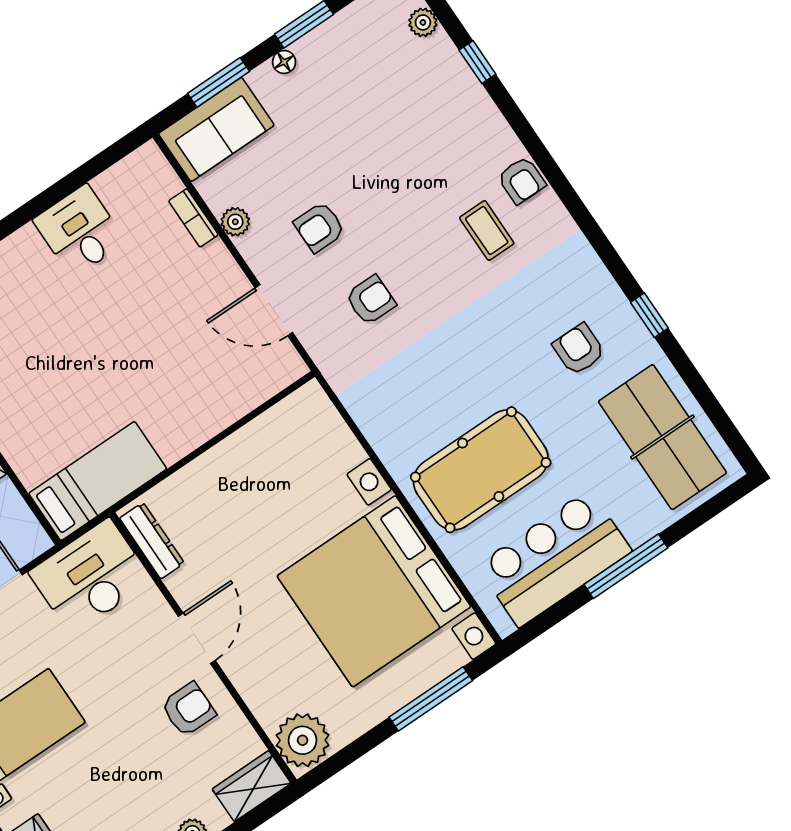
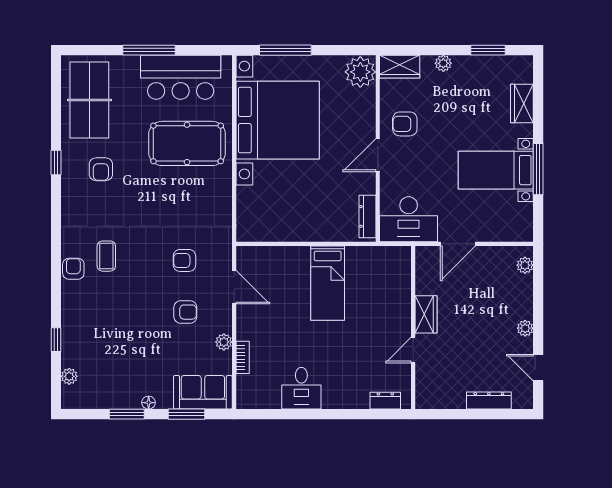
bed: (98, 481) -> (328, 283), moved, turned -90

